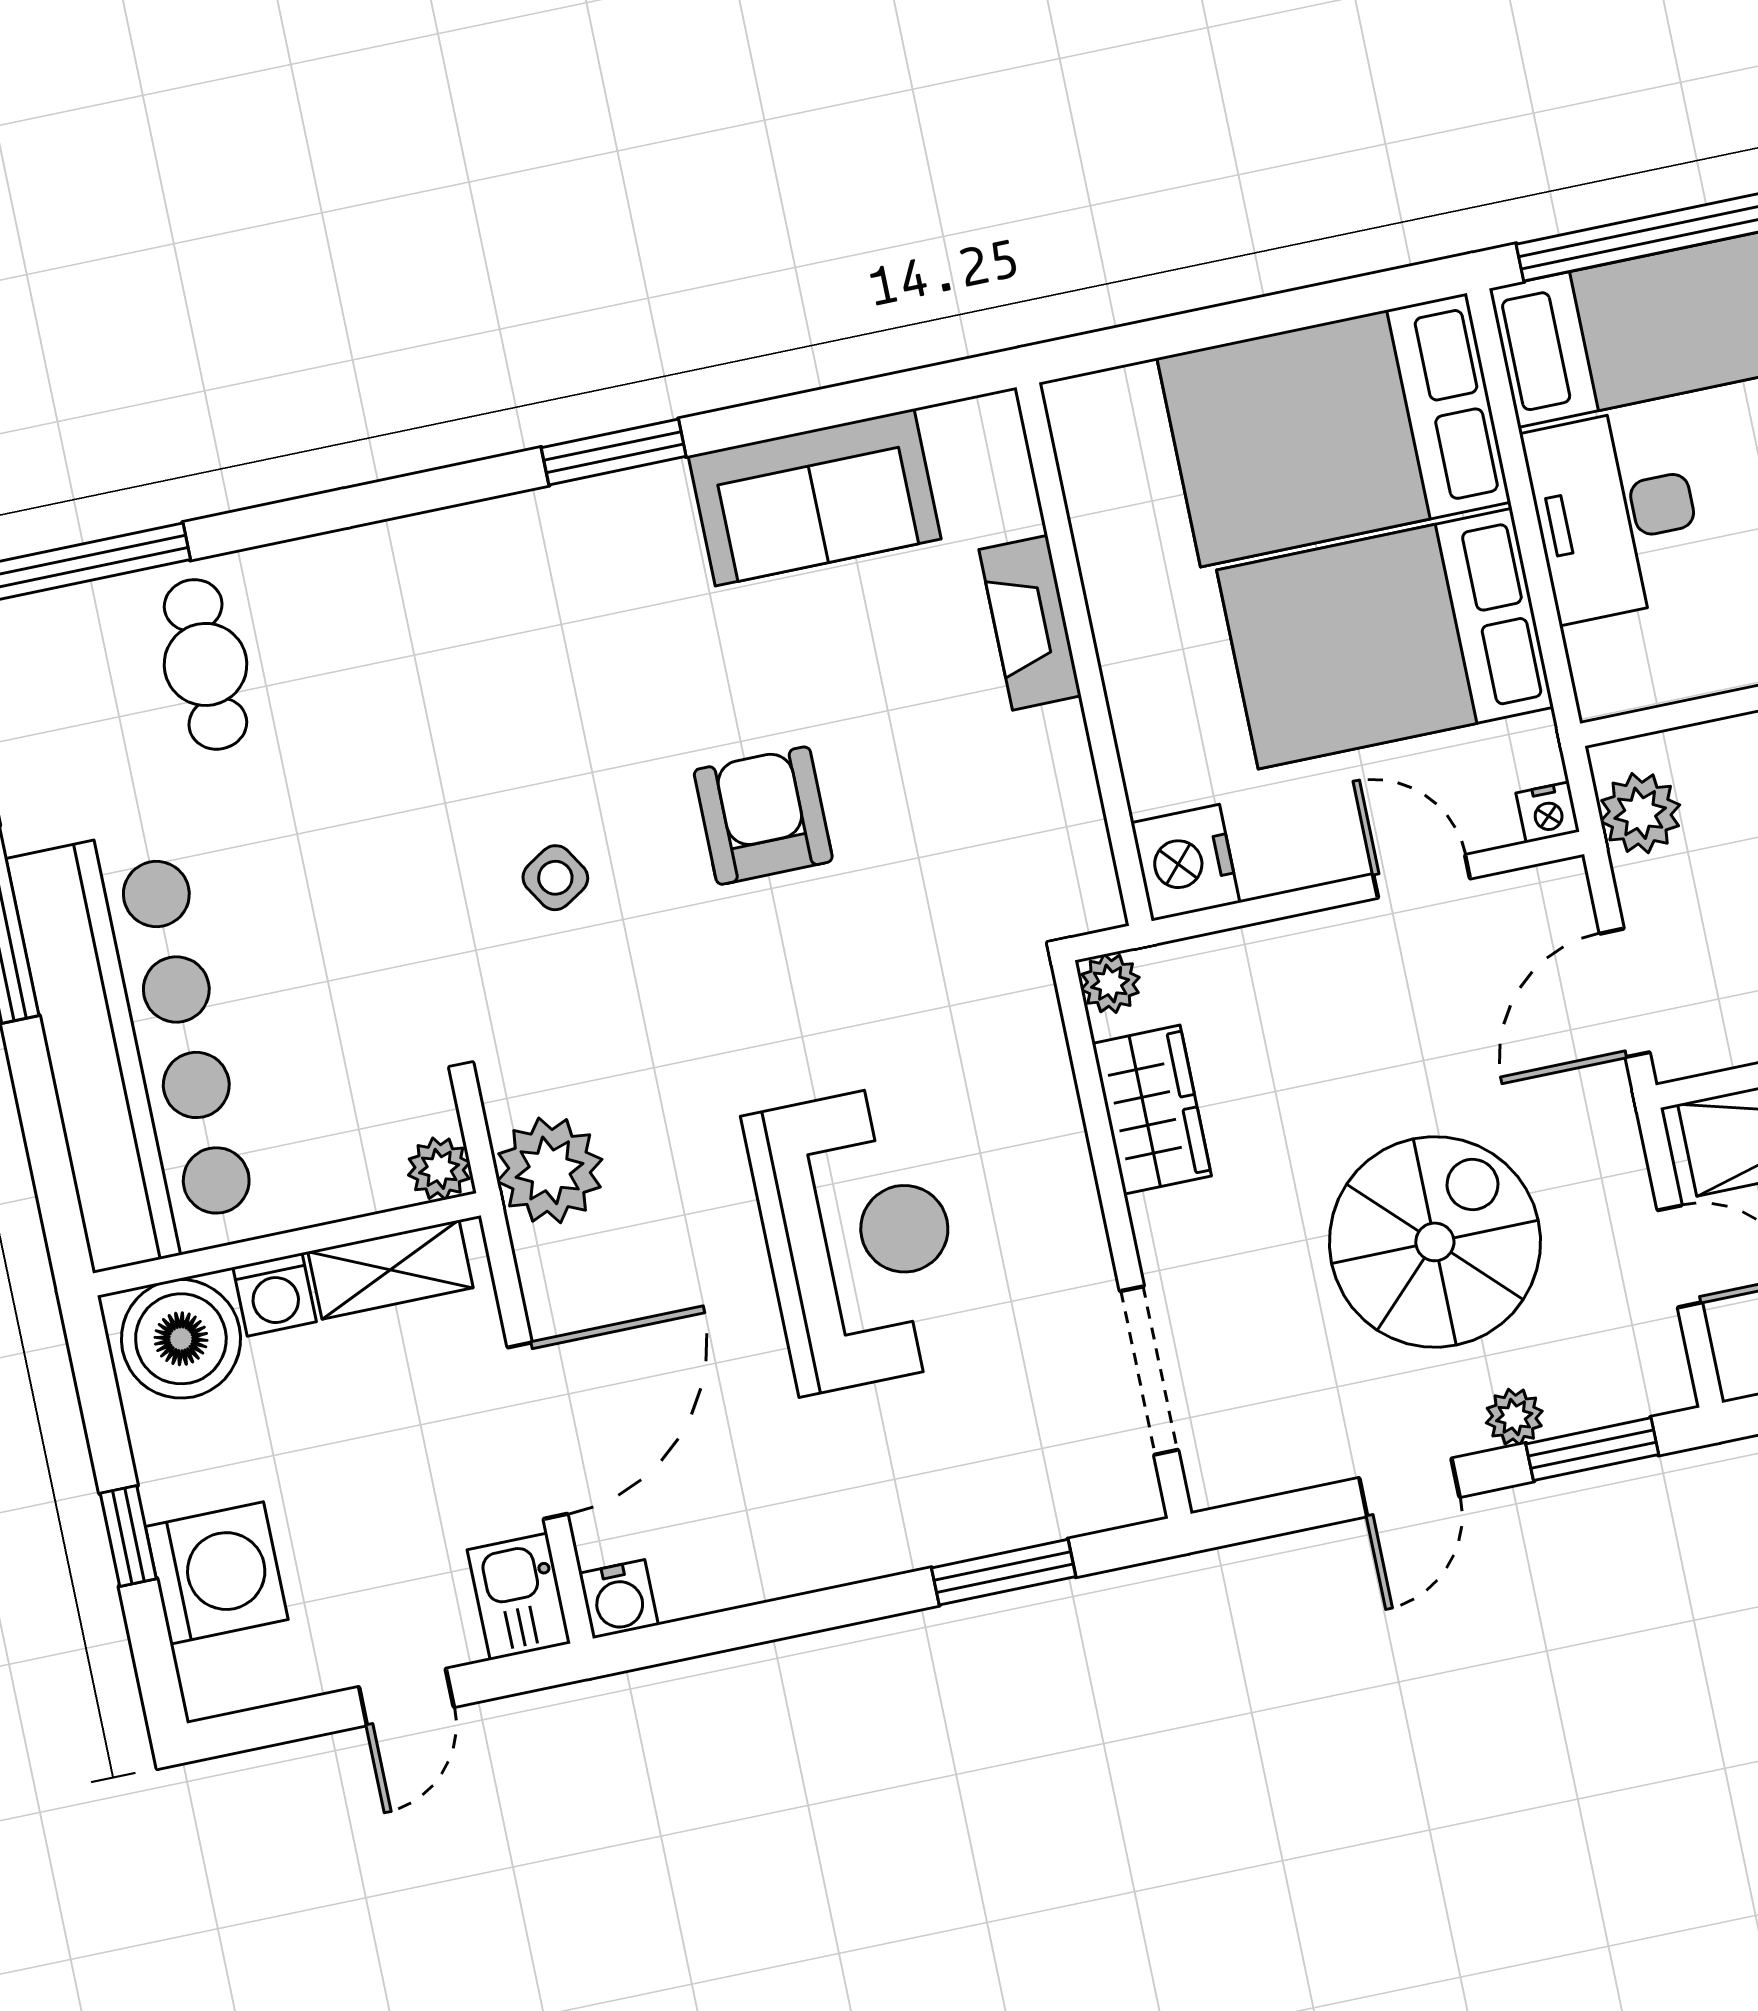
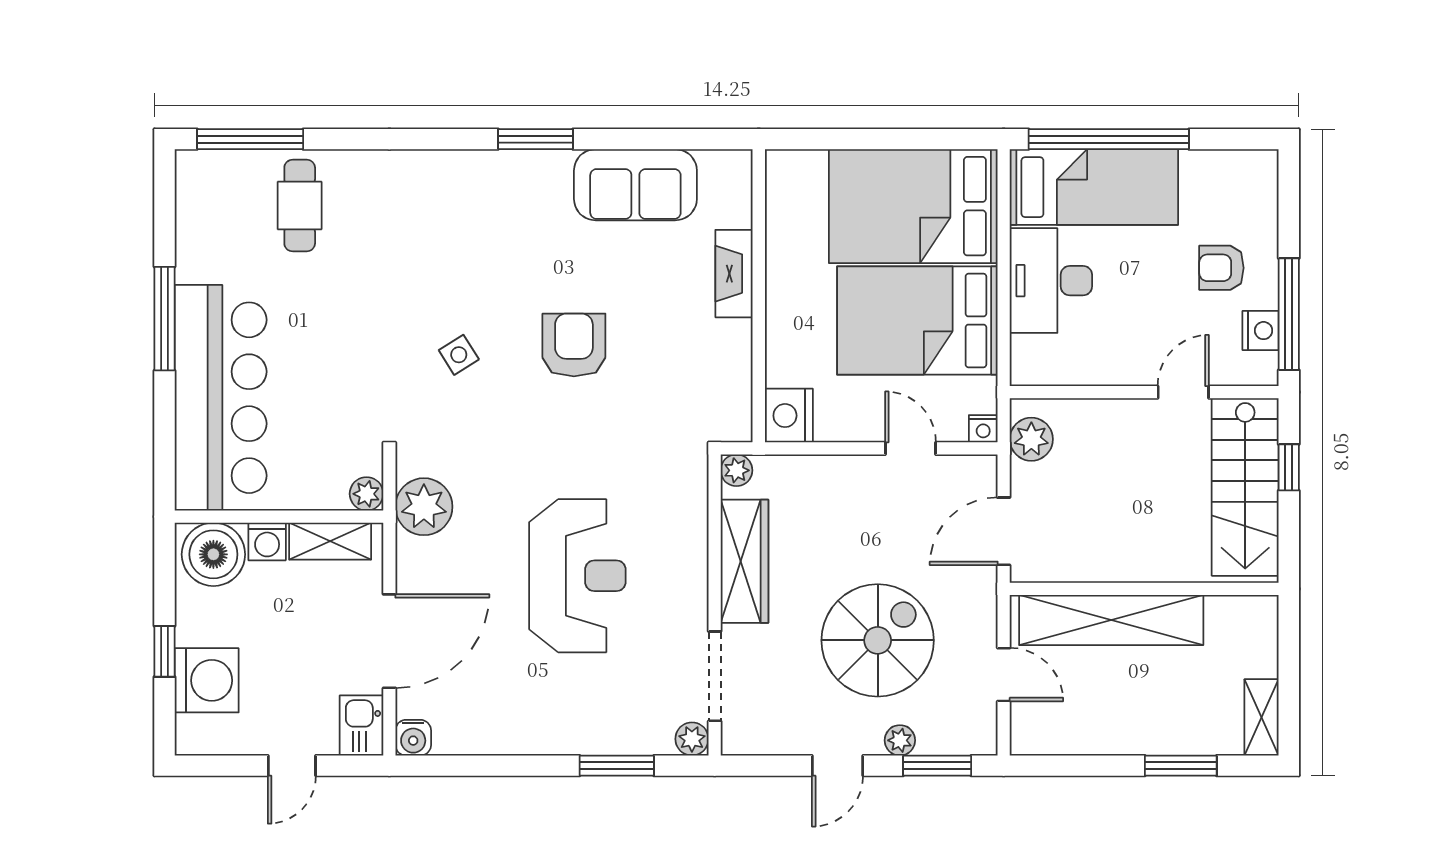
wardrobe: (1152, 1110) -> (744, 561), width x1.50
plant: (1131, 1494) -> (692, 739), added

